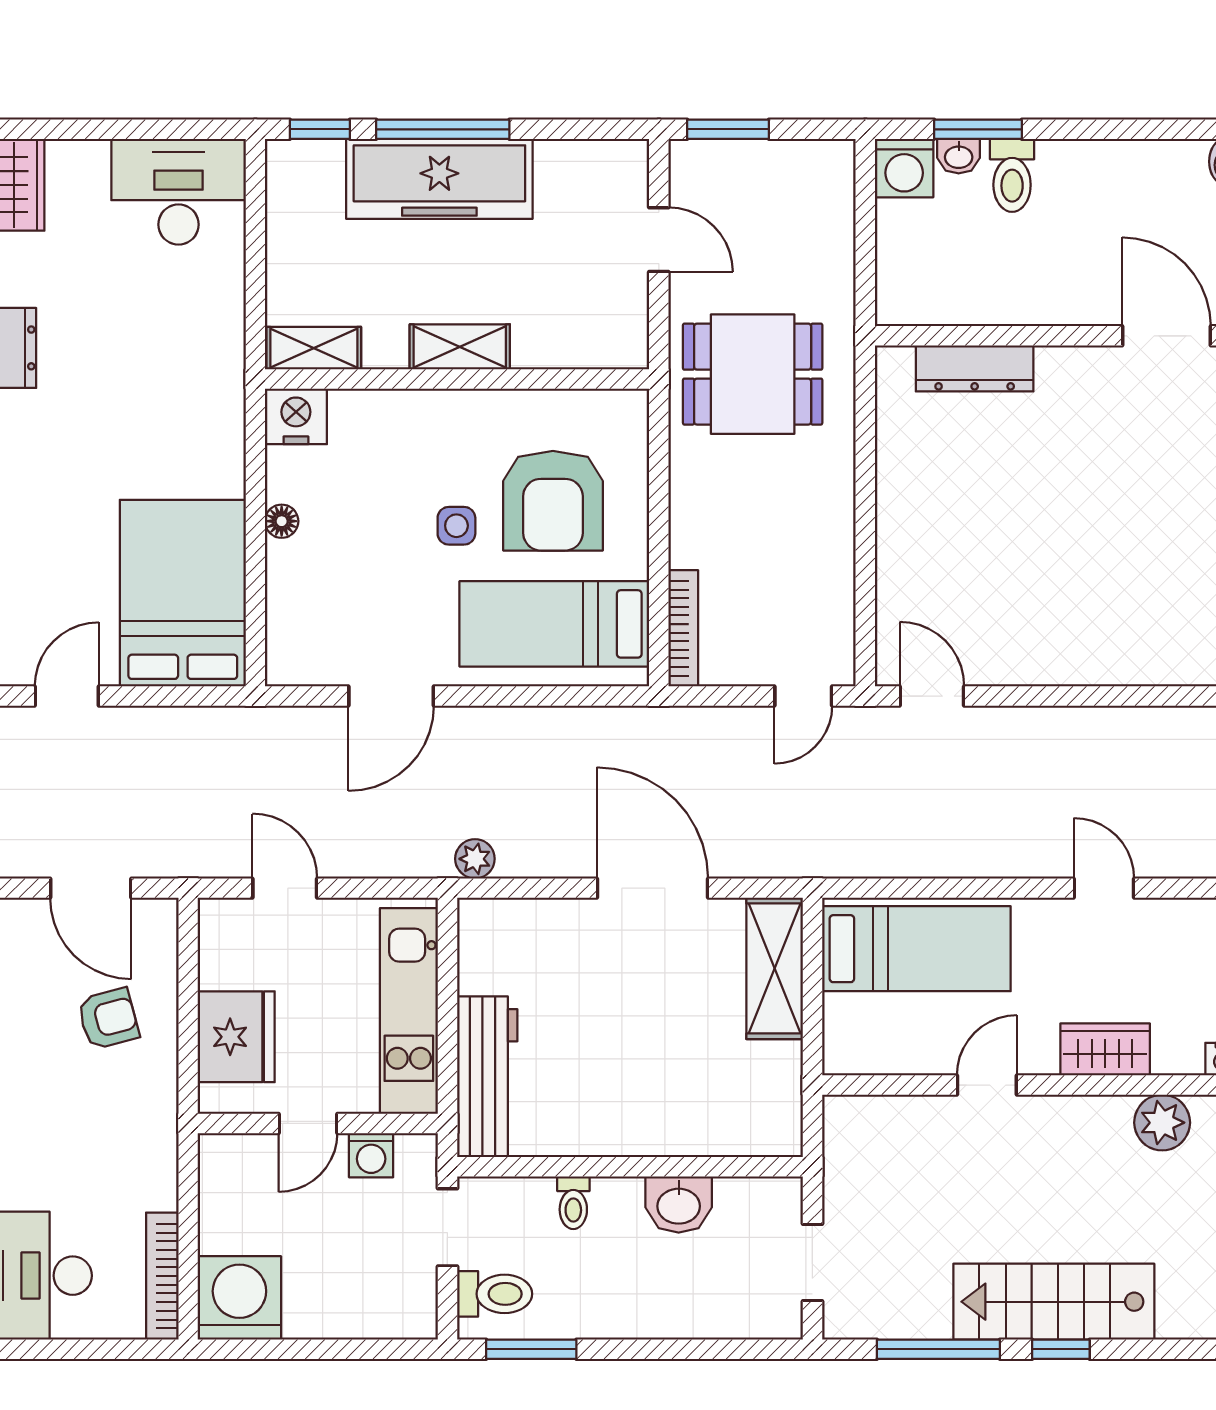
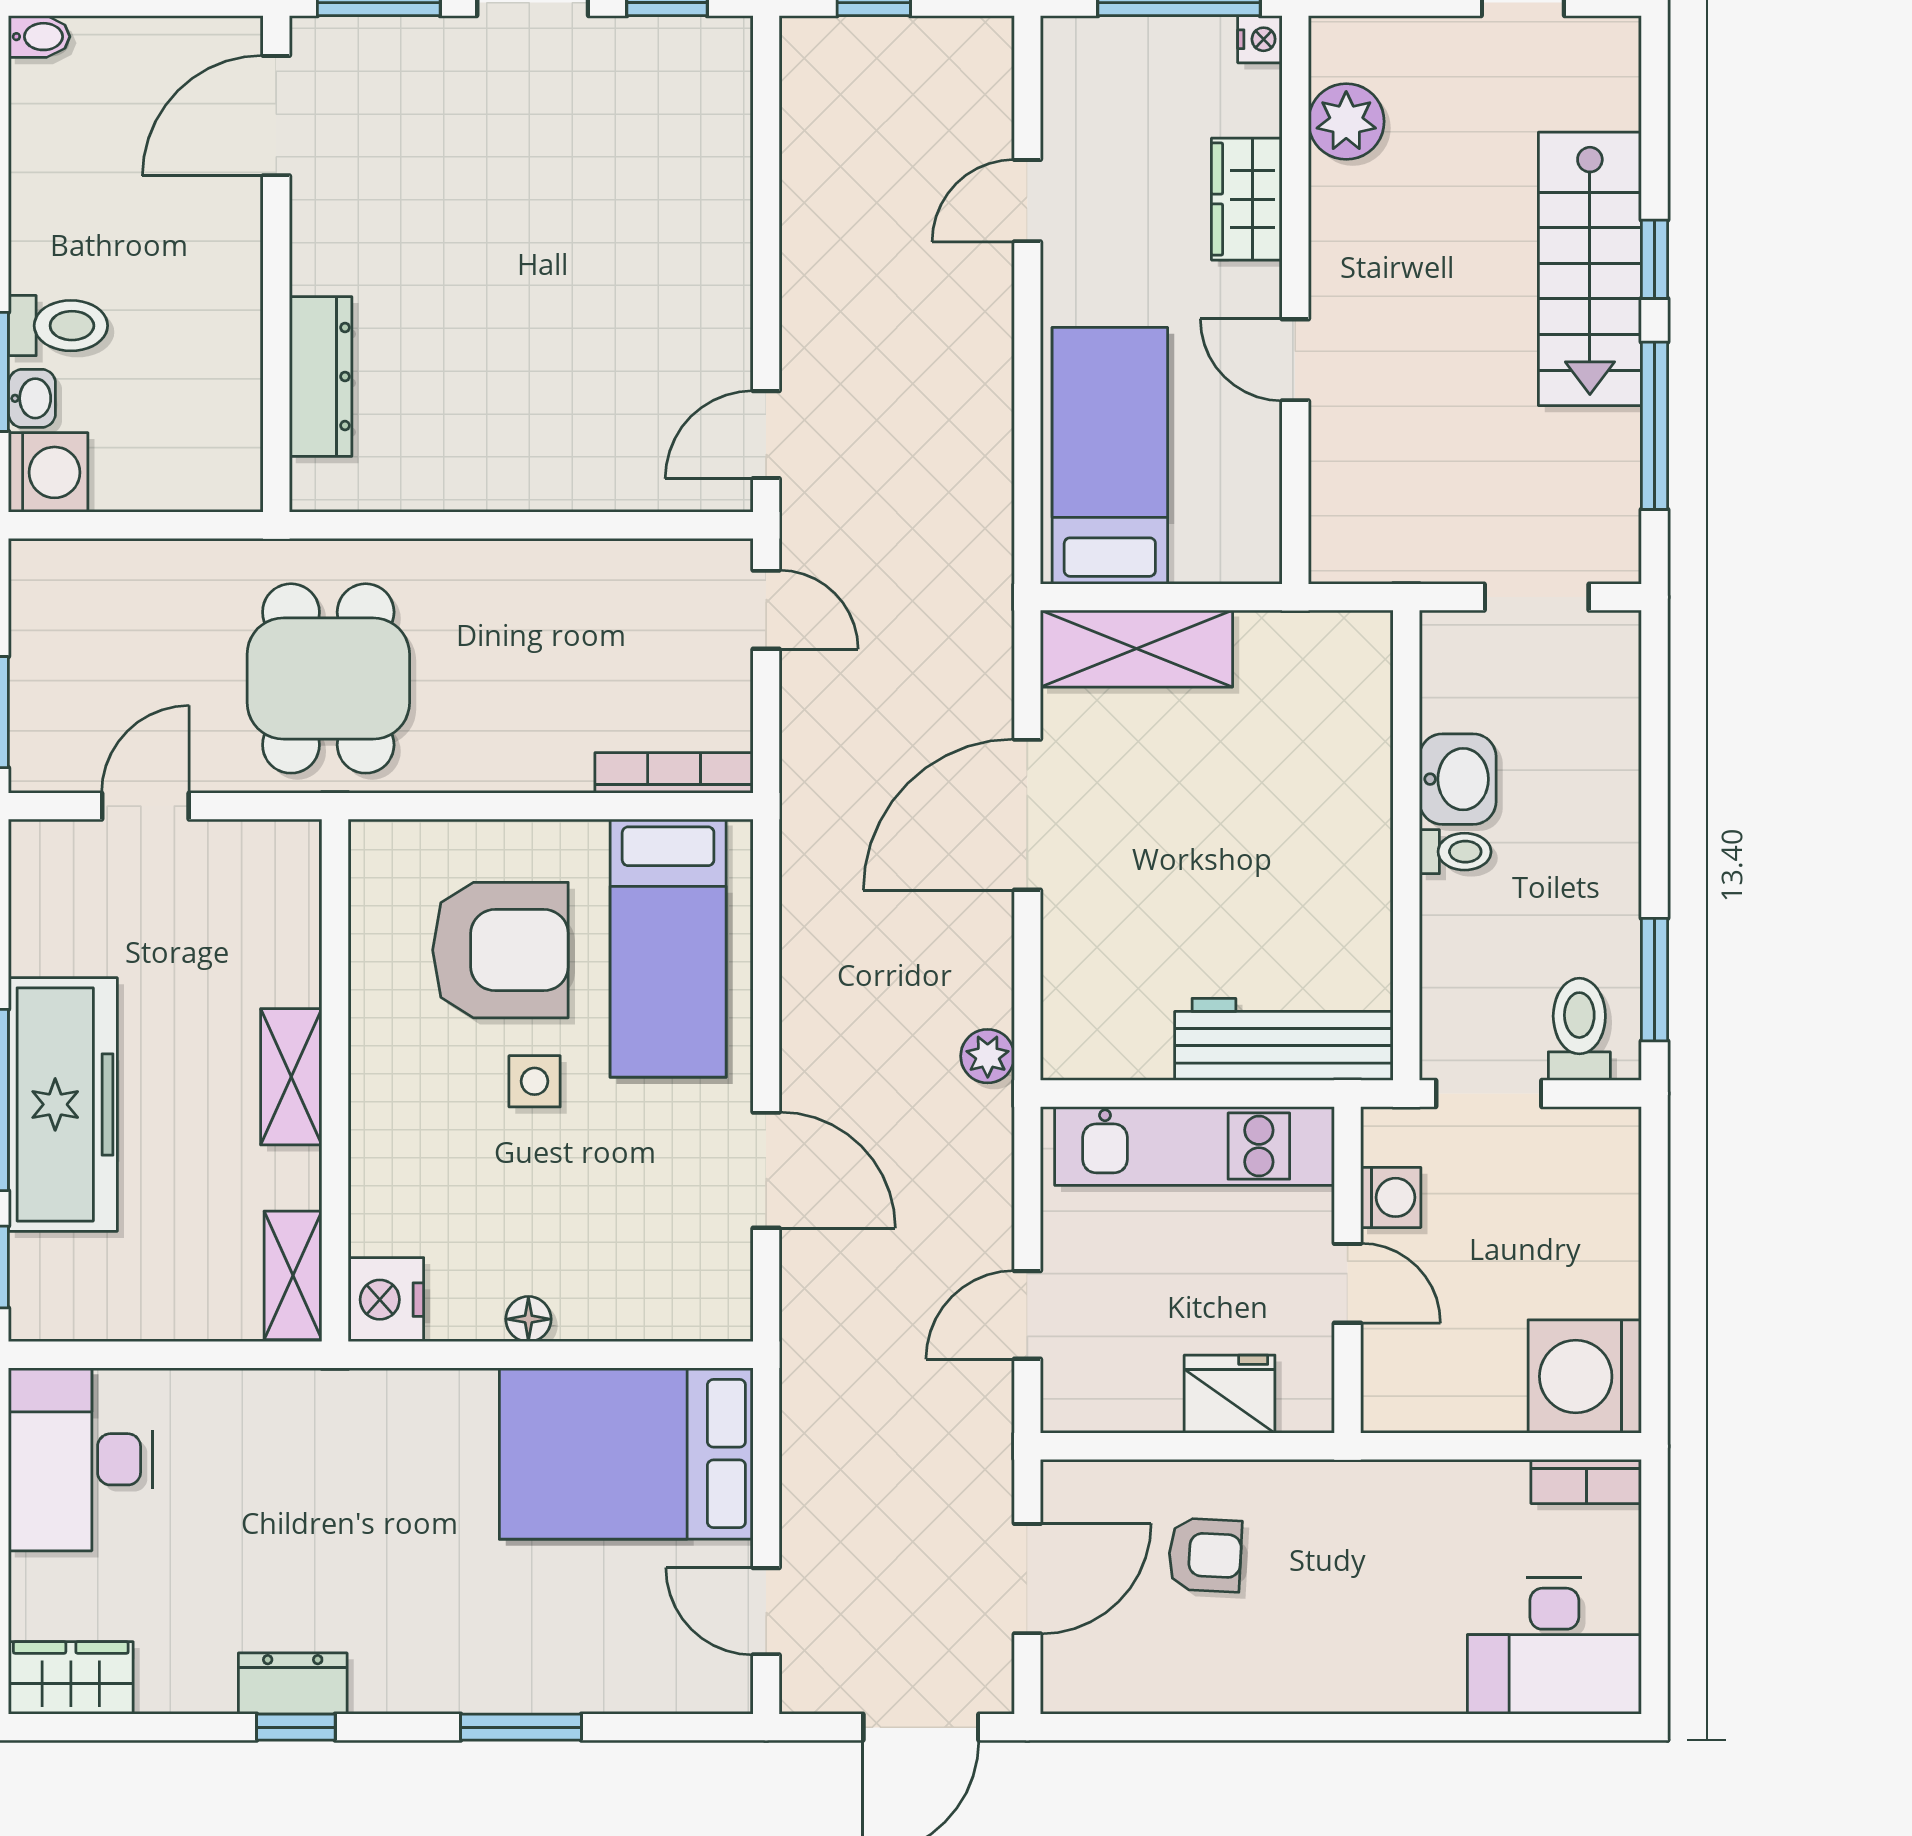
armchair: (108, 1019) -> (1205, 1555), turned 108
fridge: (236, 1037) -> (1230, 1394), width x0.73, depth x0.75
toilet: (573, 1203) -> (1455, 852), moved
bookcase: (162, 1276) -> (1586, 1481), width x0.64

